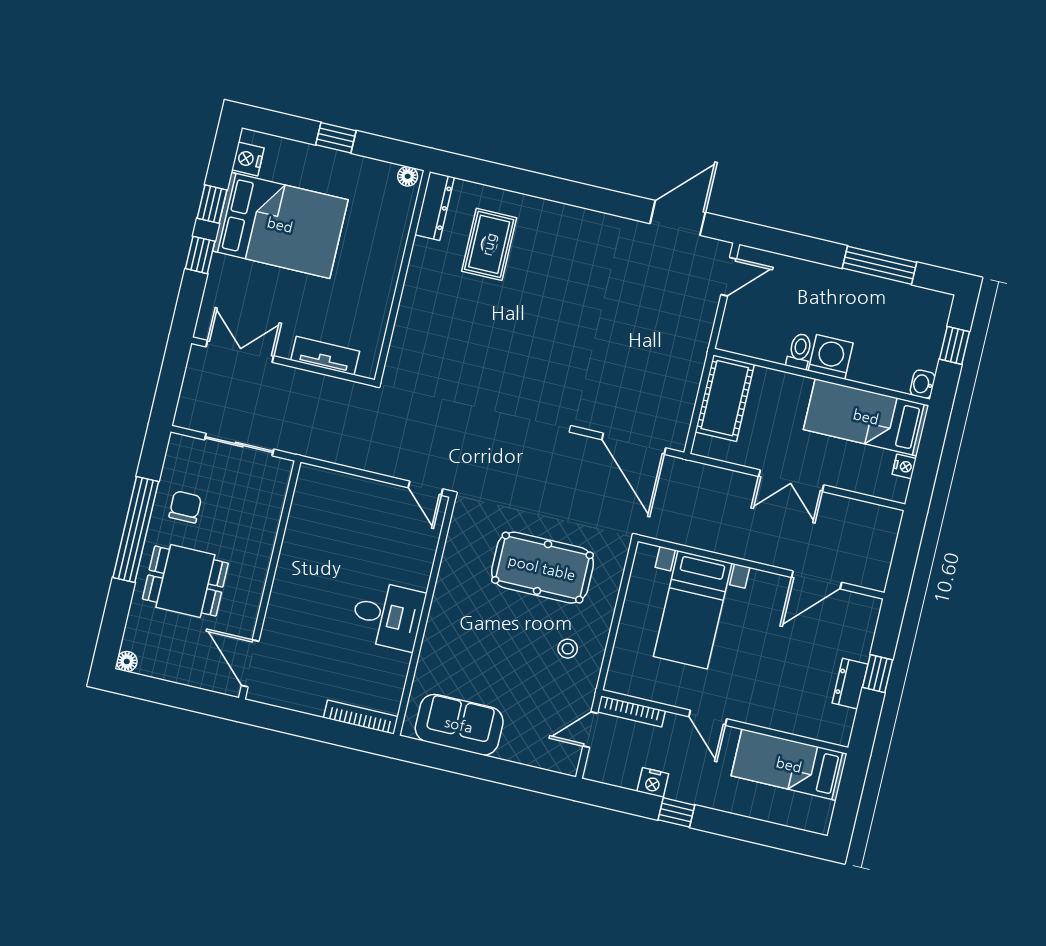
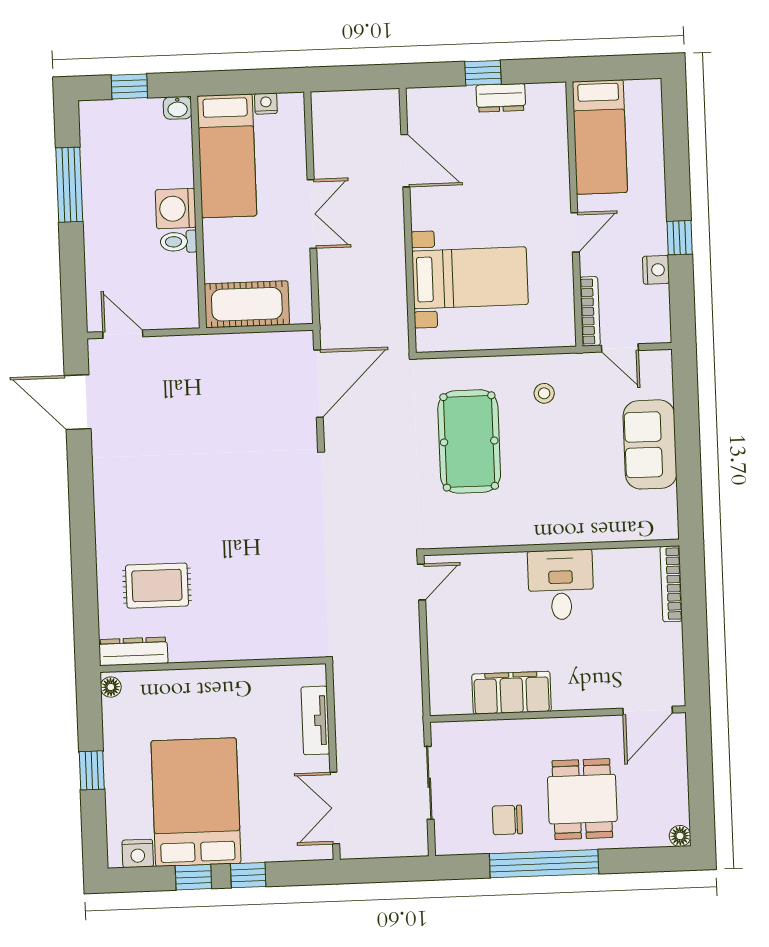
filing cabinet: (301, 543) -> (512, 693), added
sofa: (459, 725) -> (650, 444), moved

